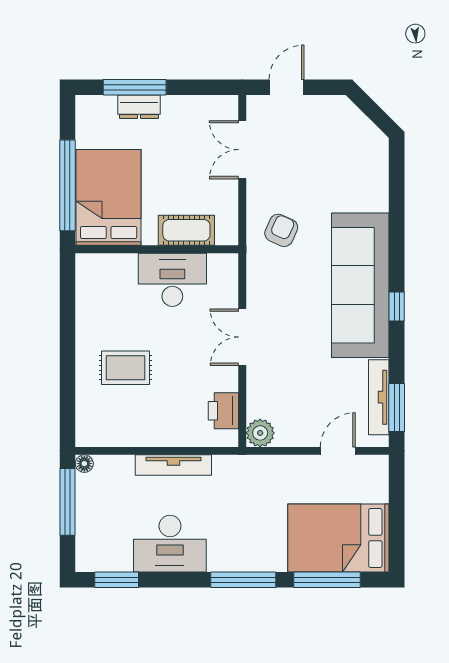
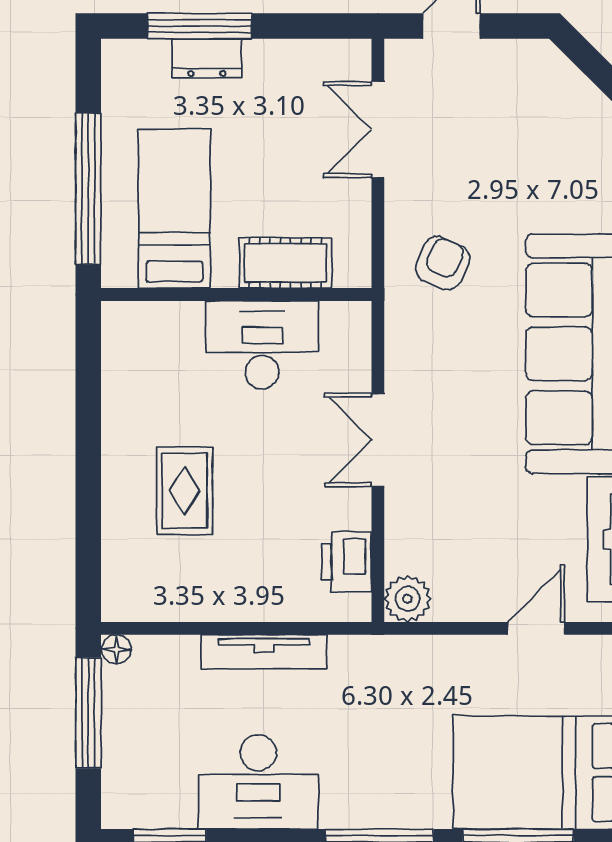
bed: (109, 197) -> (174, 209), width x0.67
rug: (126, 368) -> (185, 491), turned 90

